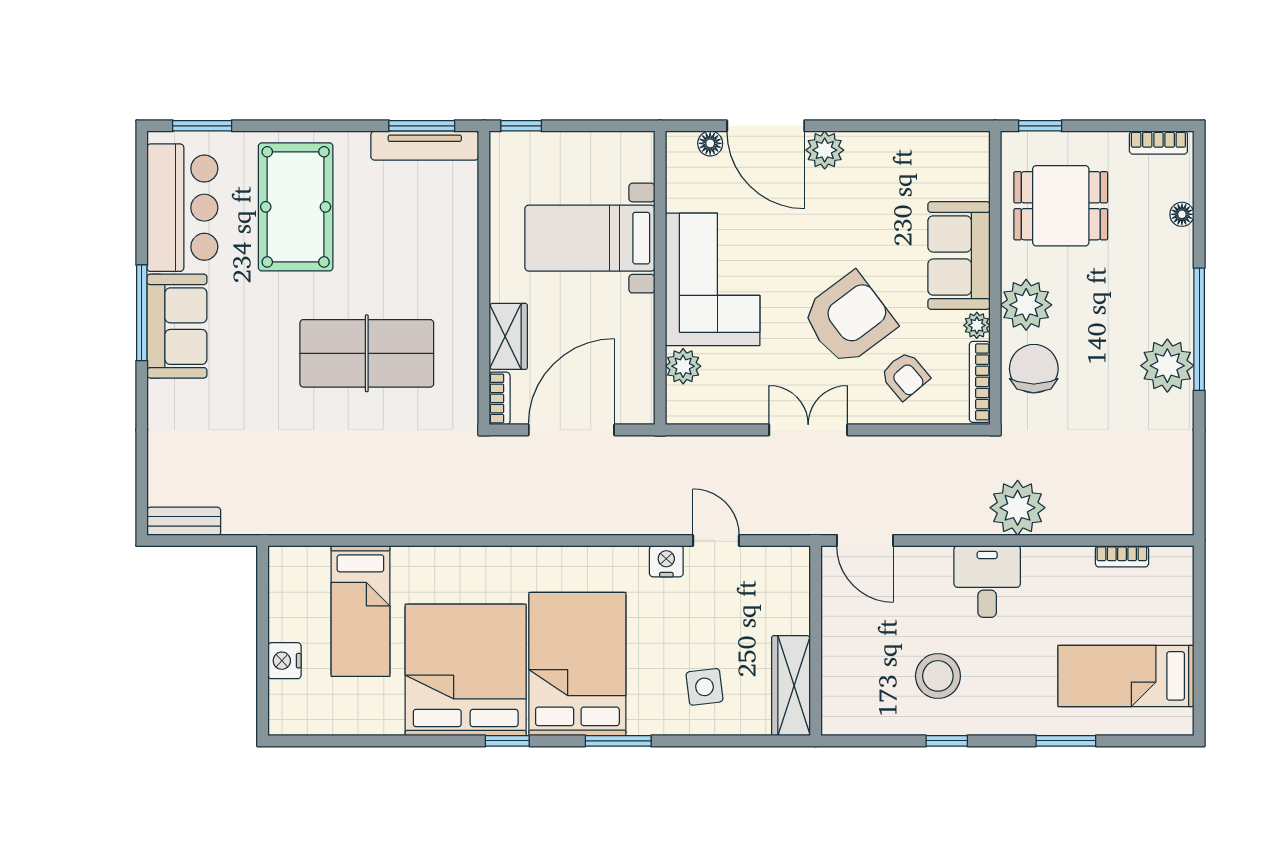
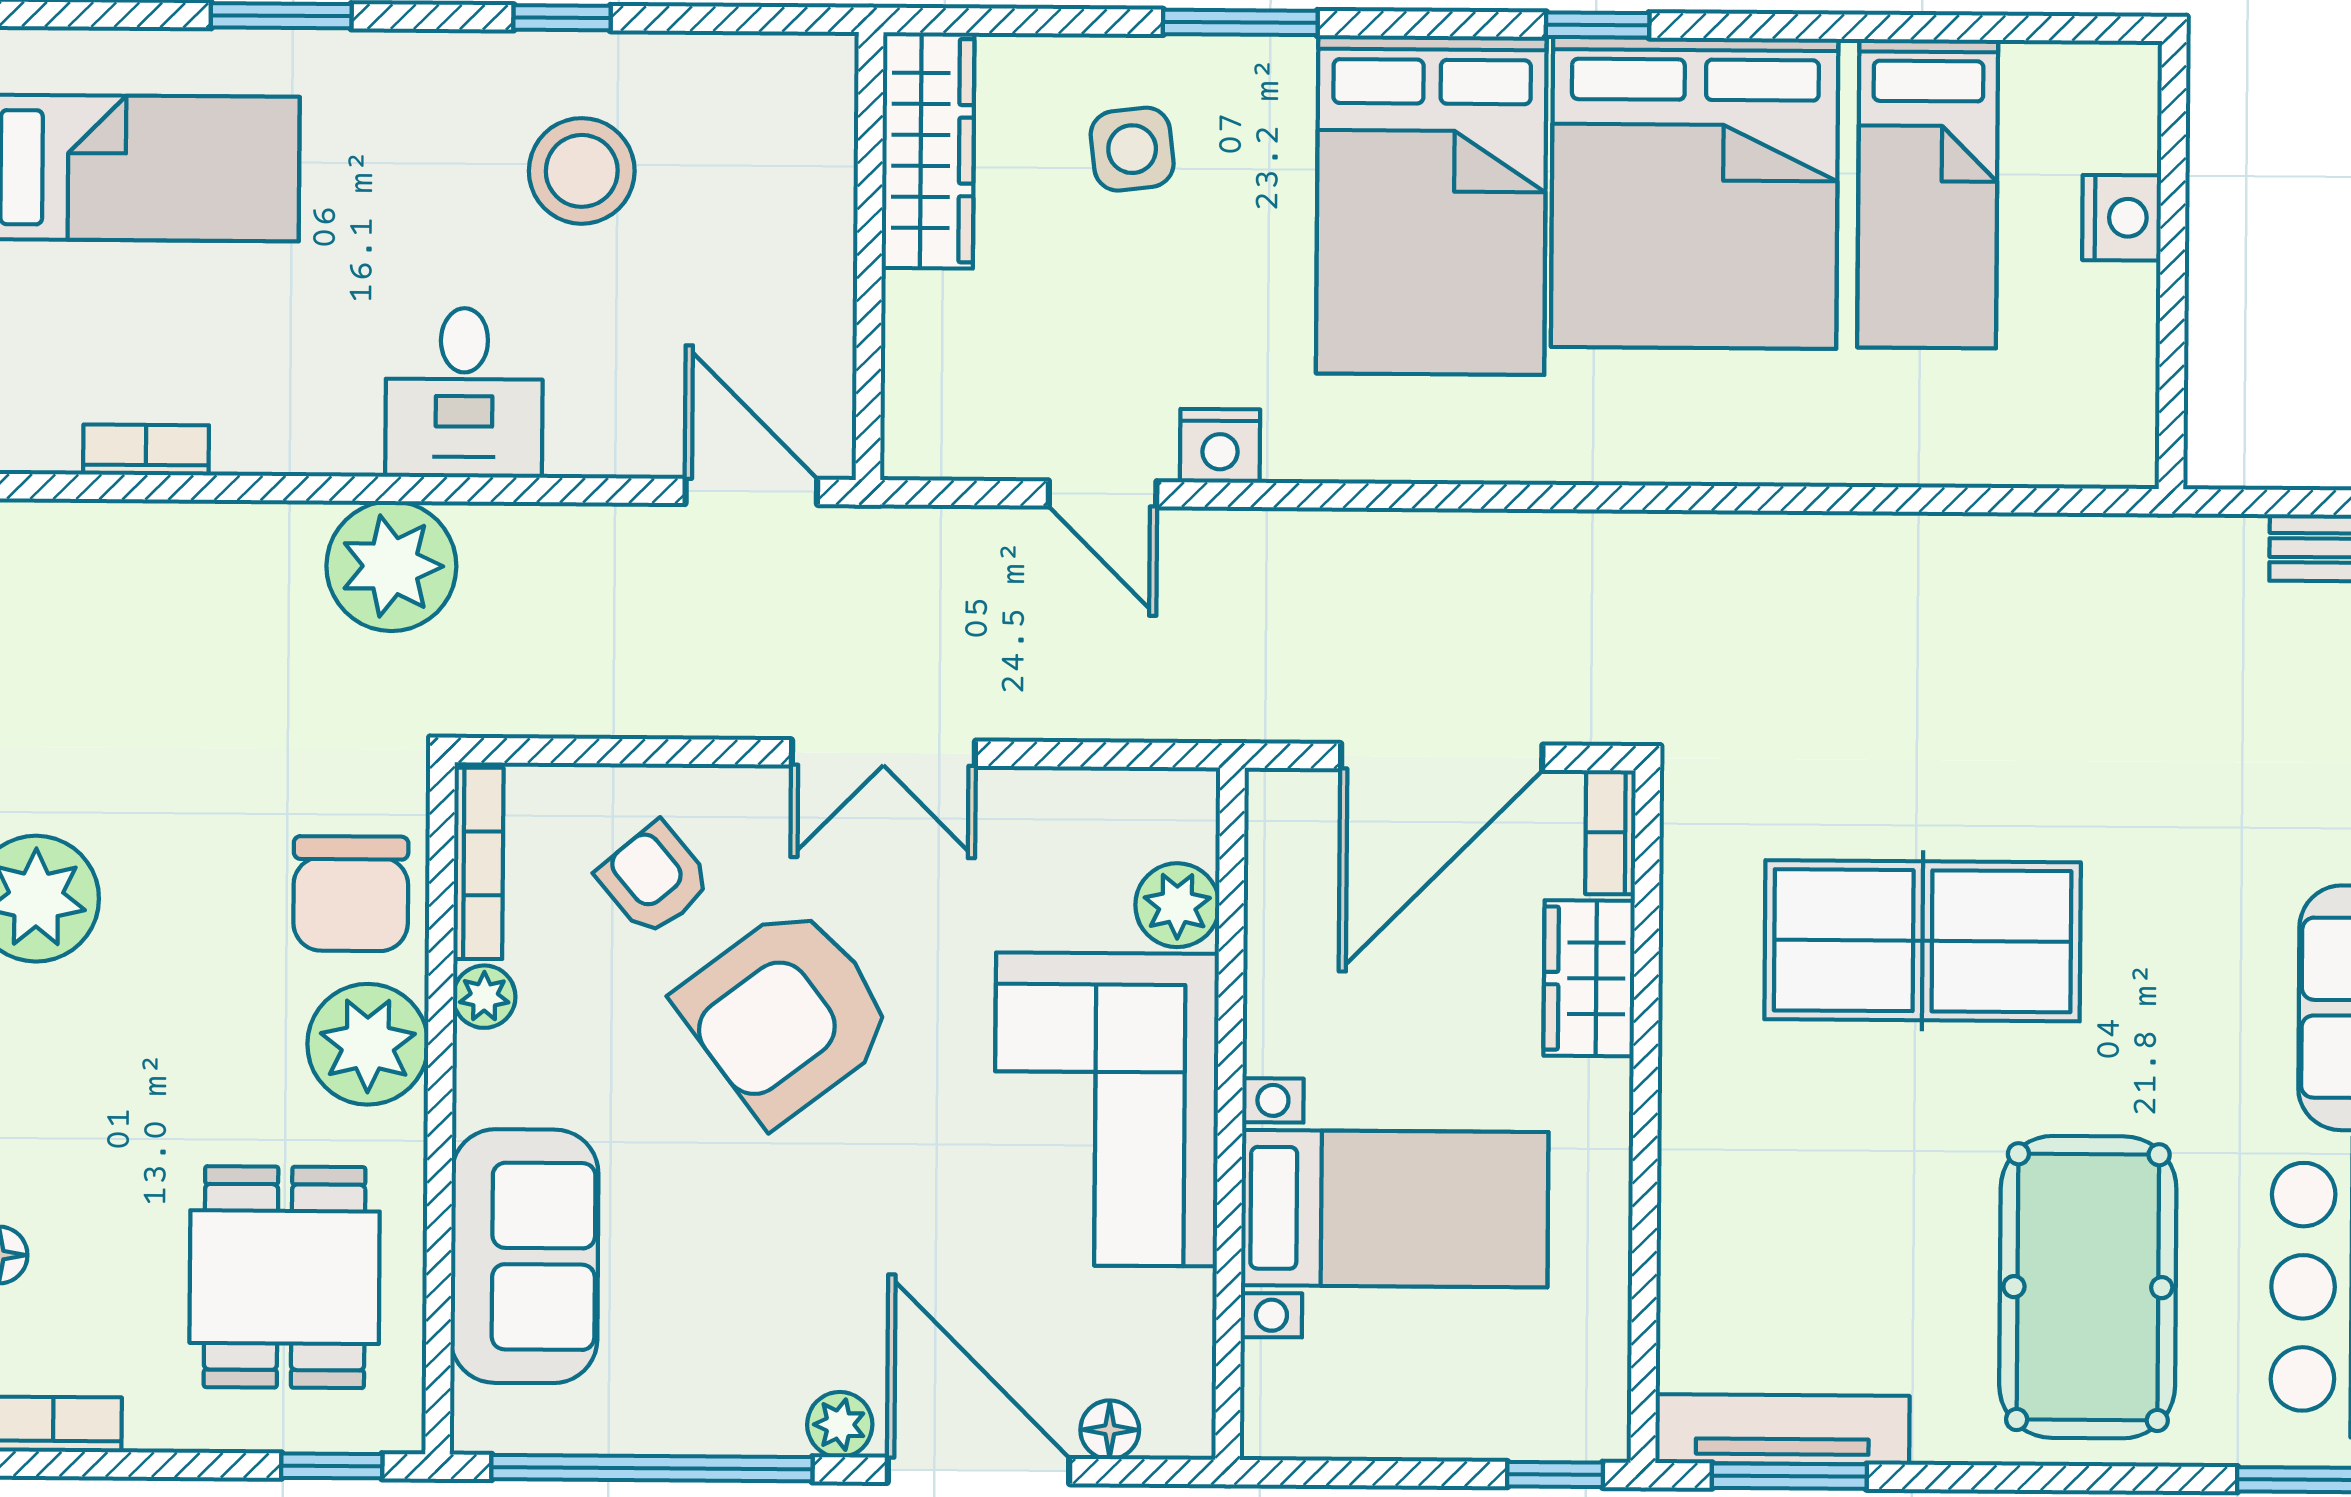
window: (904, 126) -> (652, 1468), added
plant: (825, 150) -> (840, 1425), width x0.73, depth x0.73
dining table: (1061, 206) -> (285, 1277), turned 90
sofa: (959, 255) -> (525, 1256), moved
bed: (360, 611) -> (1928, 194), moved, turned 180
window: (618, 741) -> (1240, 22), moved

